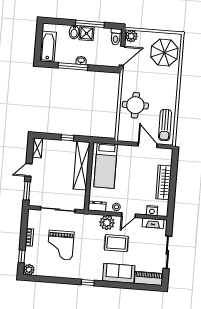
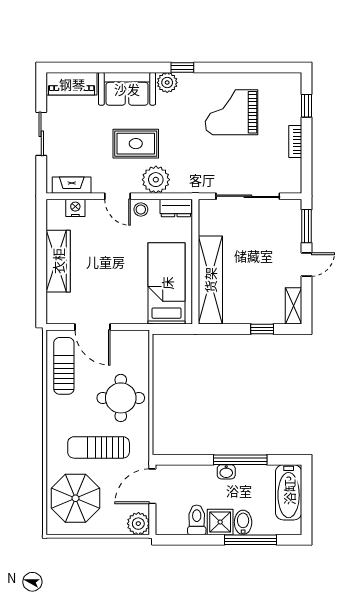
window: (90, 24) -> (250, 540), moved
toilet: (116, 37) -> (197, 520), moved
sun lounger: (150, 79) -> (99, 447), added
window: (67, 138) -> (262, 329), moved
door: (129, 215) -> (118, 196), swing flipped
grand piano: (61, 245) -> (232, 112), moved, turned -90
sliding door: (167, 252) -> (41, 134), width x0.73
plant: (29, 270) -> (167, 83), moved

